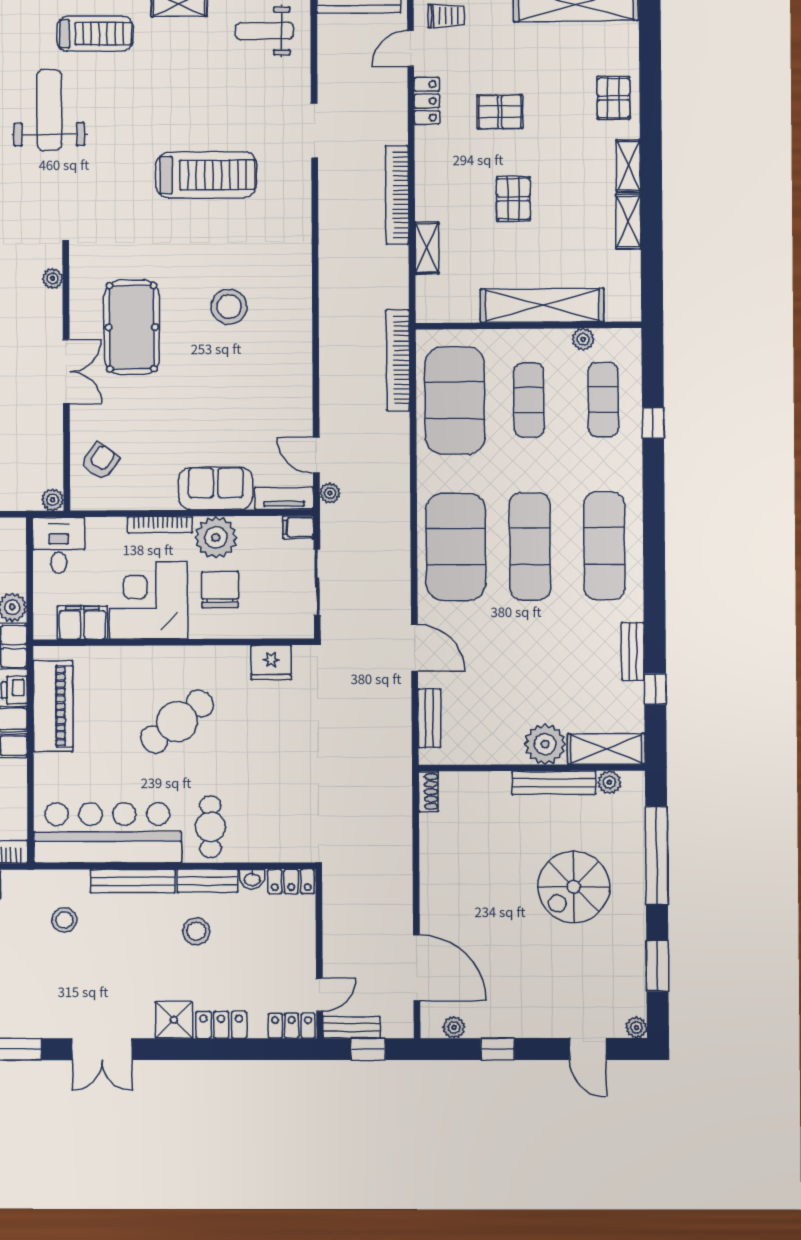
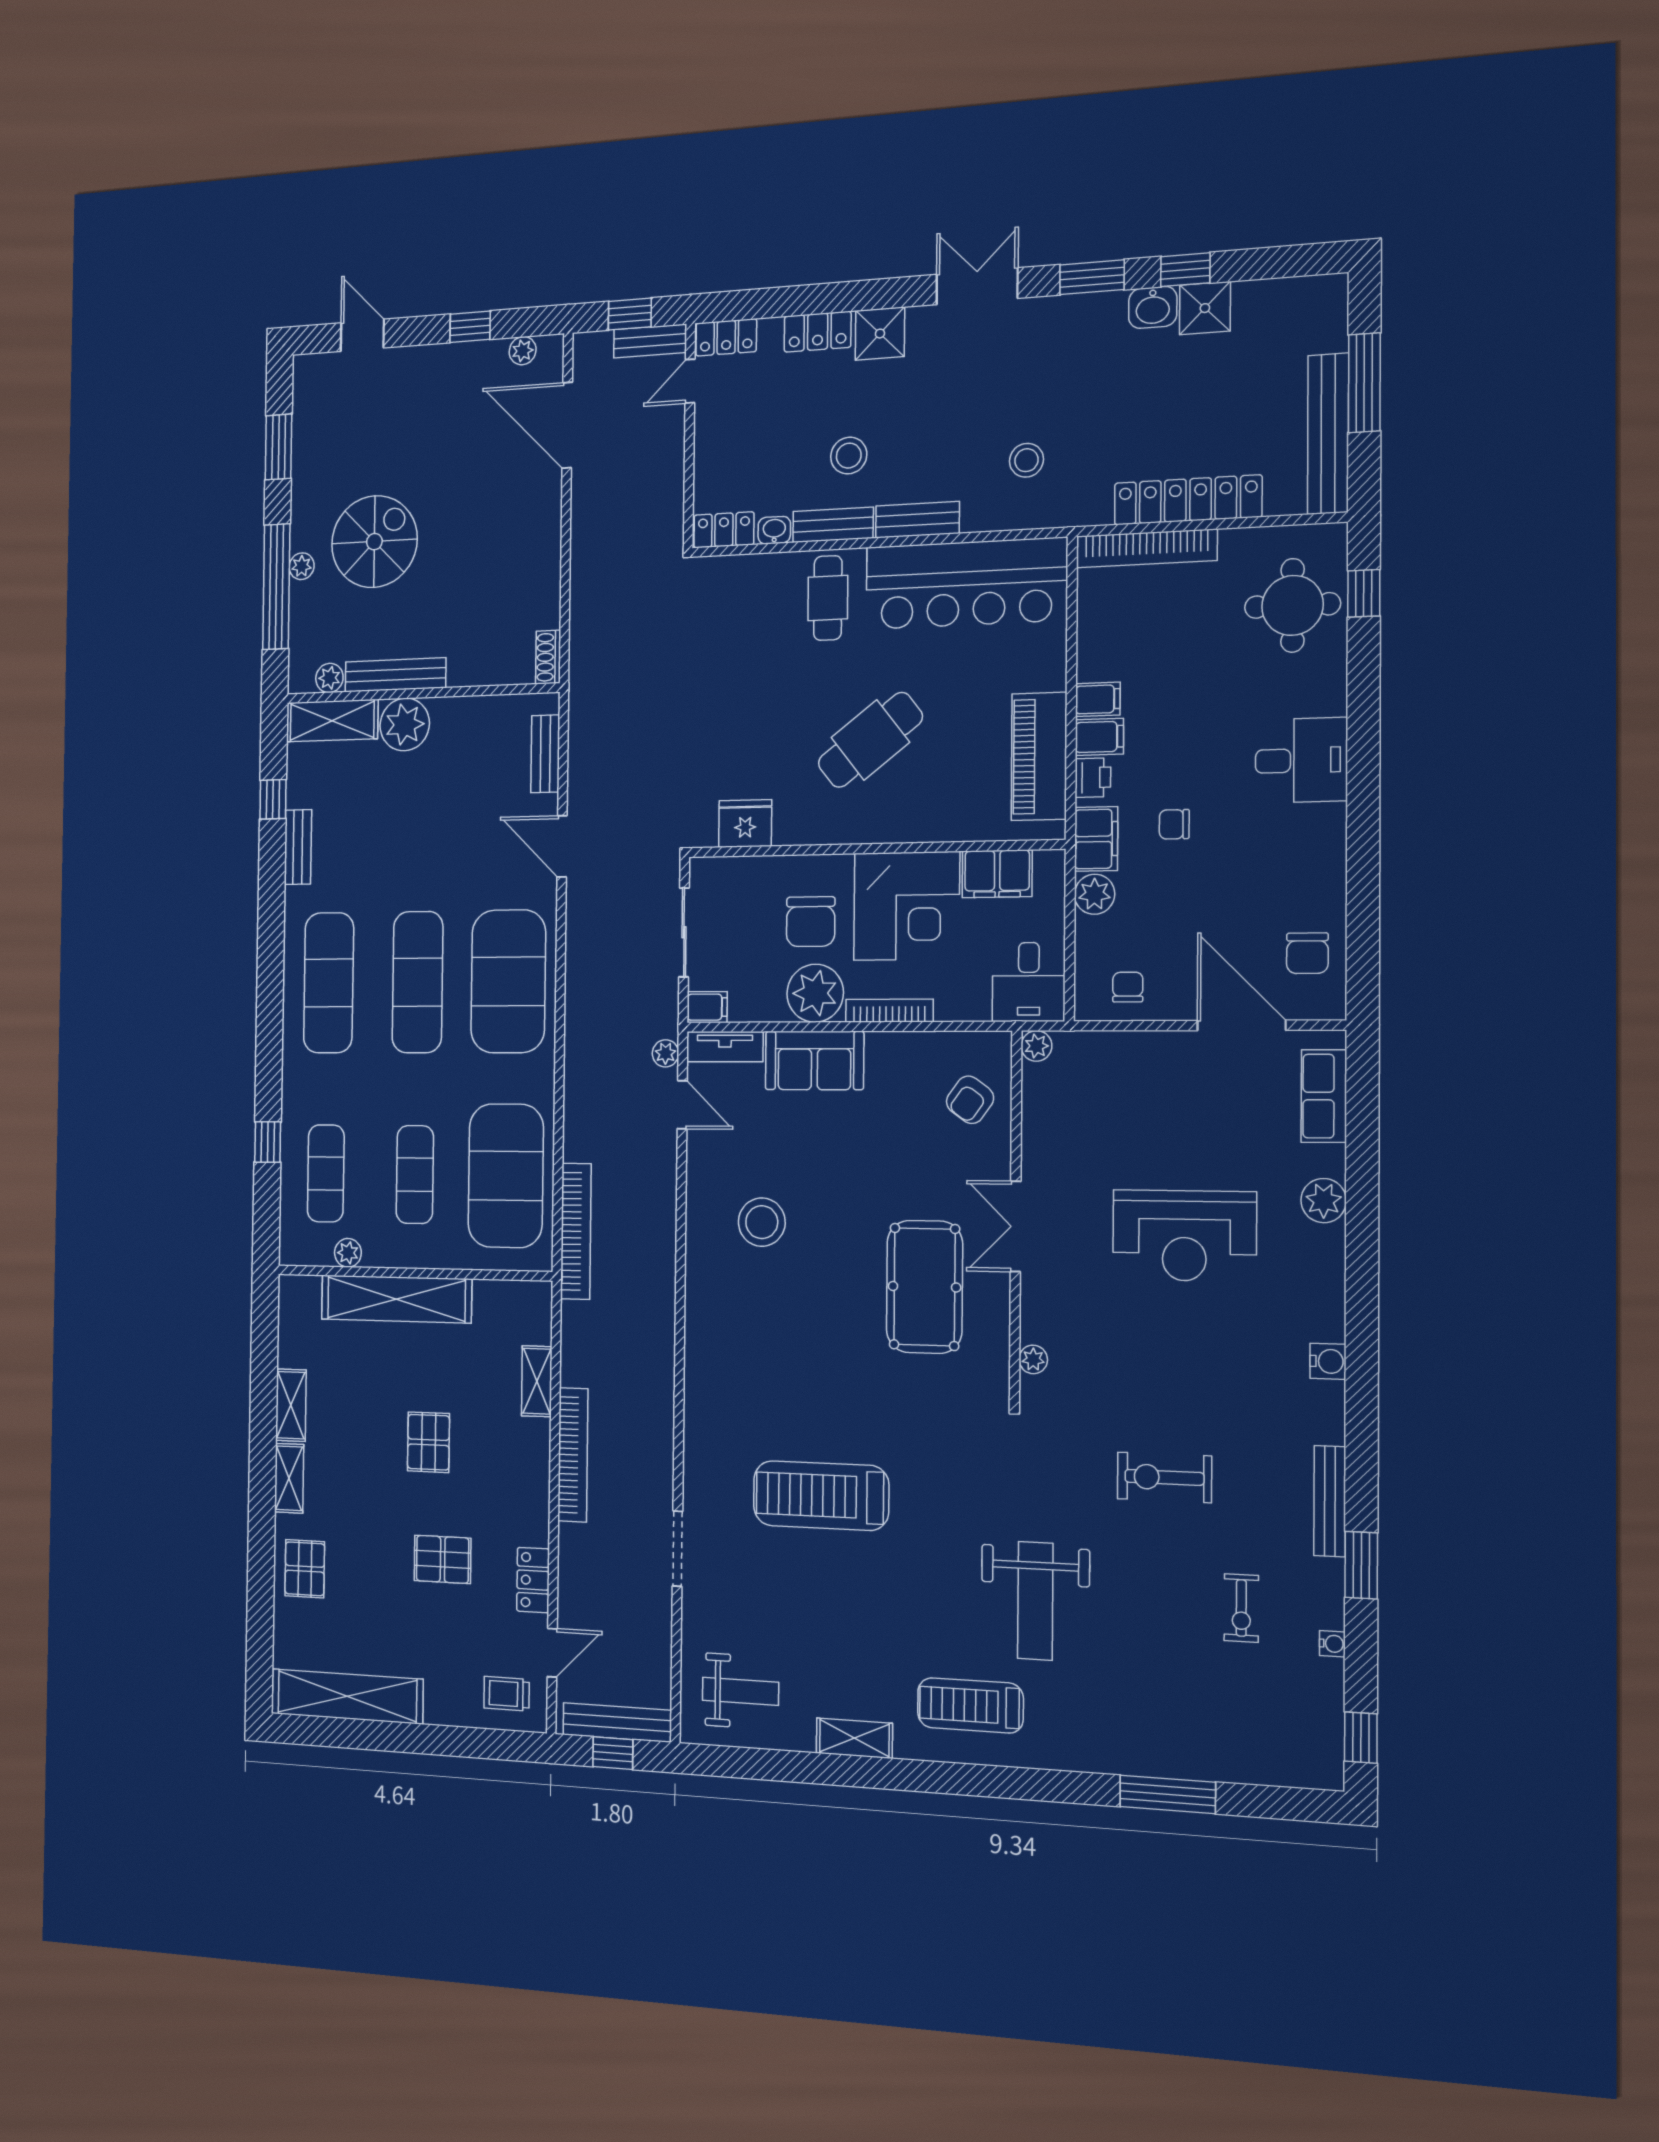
stool: (229, 307) -> (762, 1222), moved
bench: (133, 881) -> (917, 520), width x0.73
plant: (636, 1028) -> (302, 566), moved

